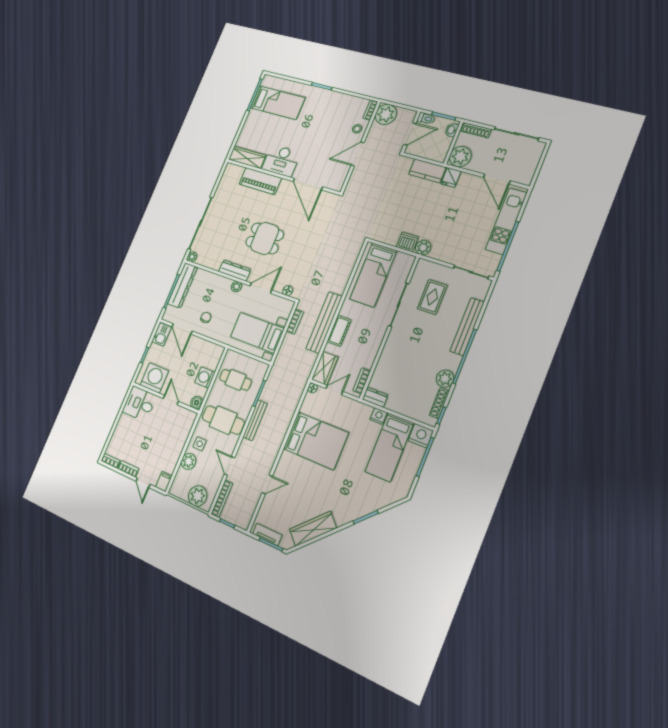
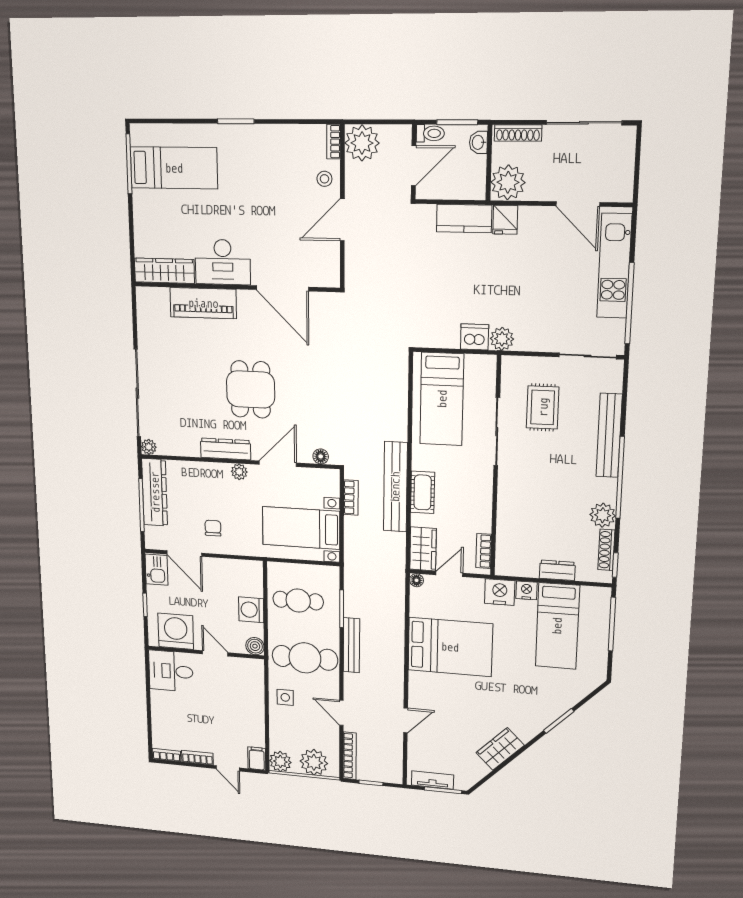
dining table: (265, 238) -> (251, 389), turned 90
dresser: (375, 397) -> (557, 570), moved
nightstand: (421, 436) -> (500, 592), moved
plant: (188, 461) -> (280, 762), moved
wardrobe: (313, 529) -> (500, 749), width x0.67

